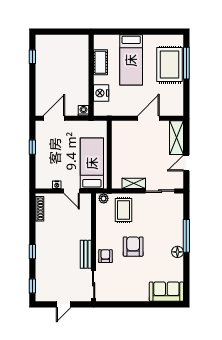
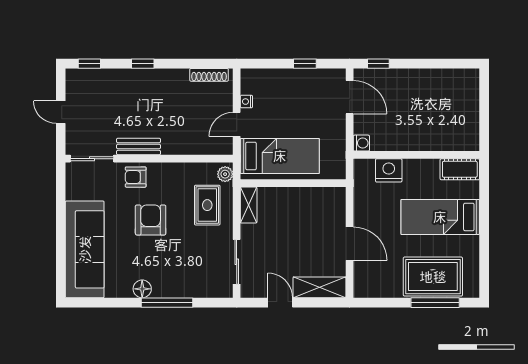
window: (32, 57) -> (378, 64), moved
cot: (100, 62) -> (460, 169), moved
shelving: (134, 183) -> (249, 205), moved
rug: (123, 210) -> (207, 205), turned 90
armchair: (133, 247) -> (151, 220), turned -90
armchair: (105, 256) -> (136, 177), turned 180
sofa: (166, 292) -> (85, 249), width x1.85, depth x1.27

